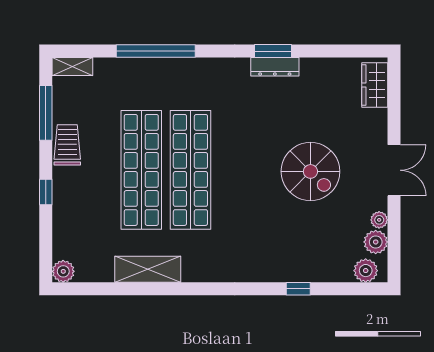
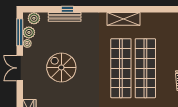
window: (394, 242) -> (20, 32), added
shelving: (148, 269) -> (123, 19), moved
bench: (304, 273) -> (65, 17), added

